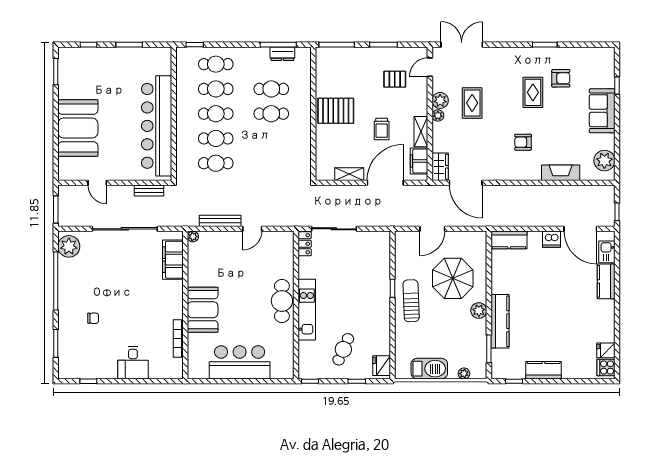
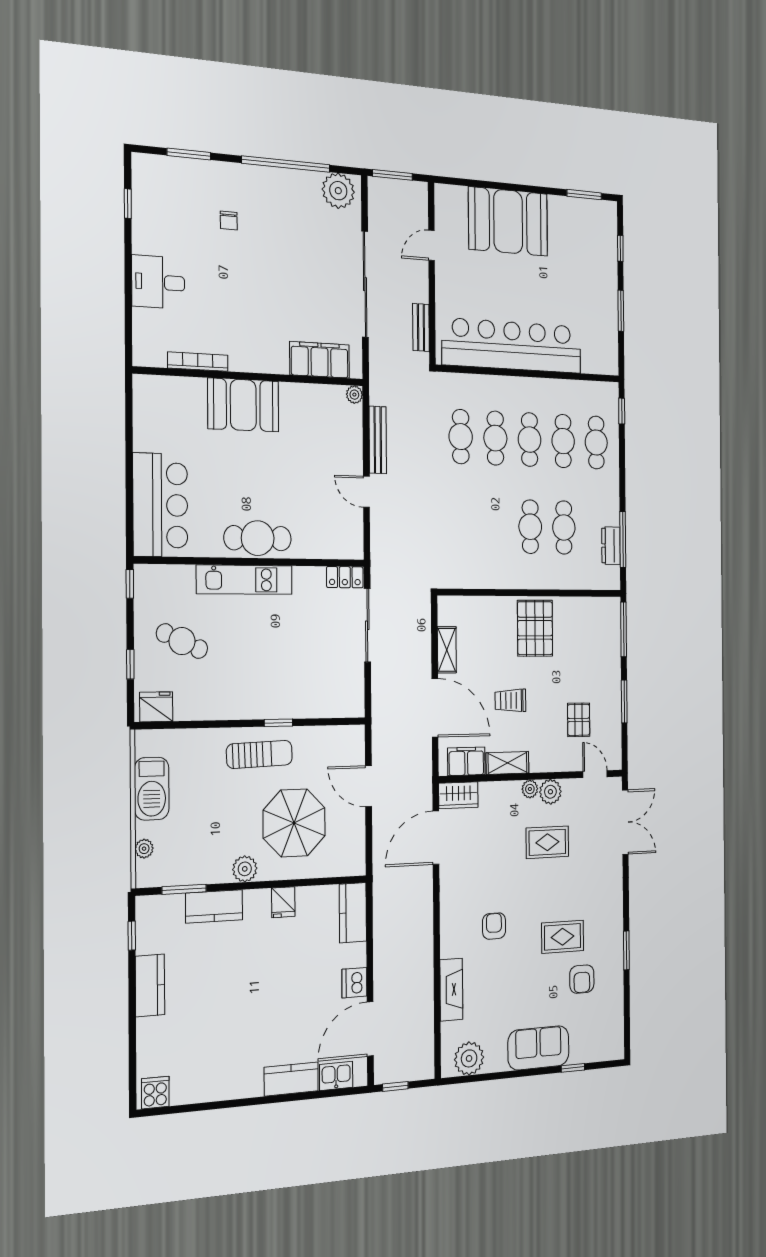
kitchen counter: (500, 321) -> (214, 906), width x0.67
fridge: (606, 350) -> (283, 902), moved, turned 180
bar counter: (240, 362) -> (160, 505), moved

